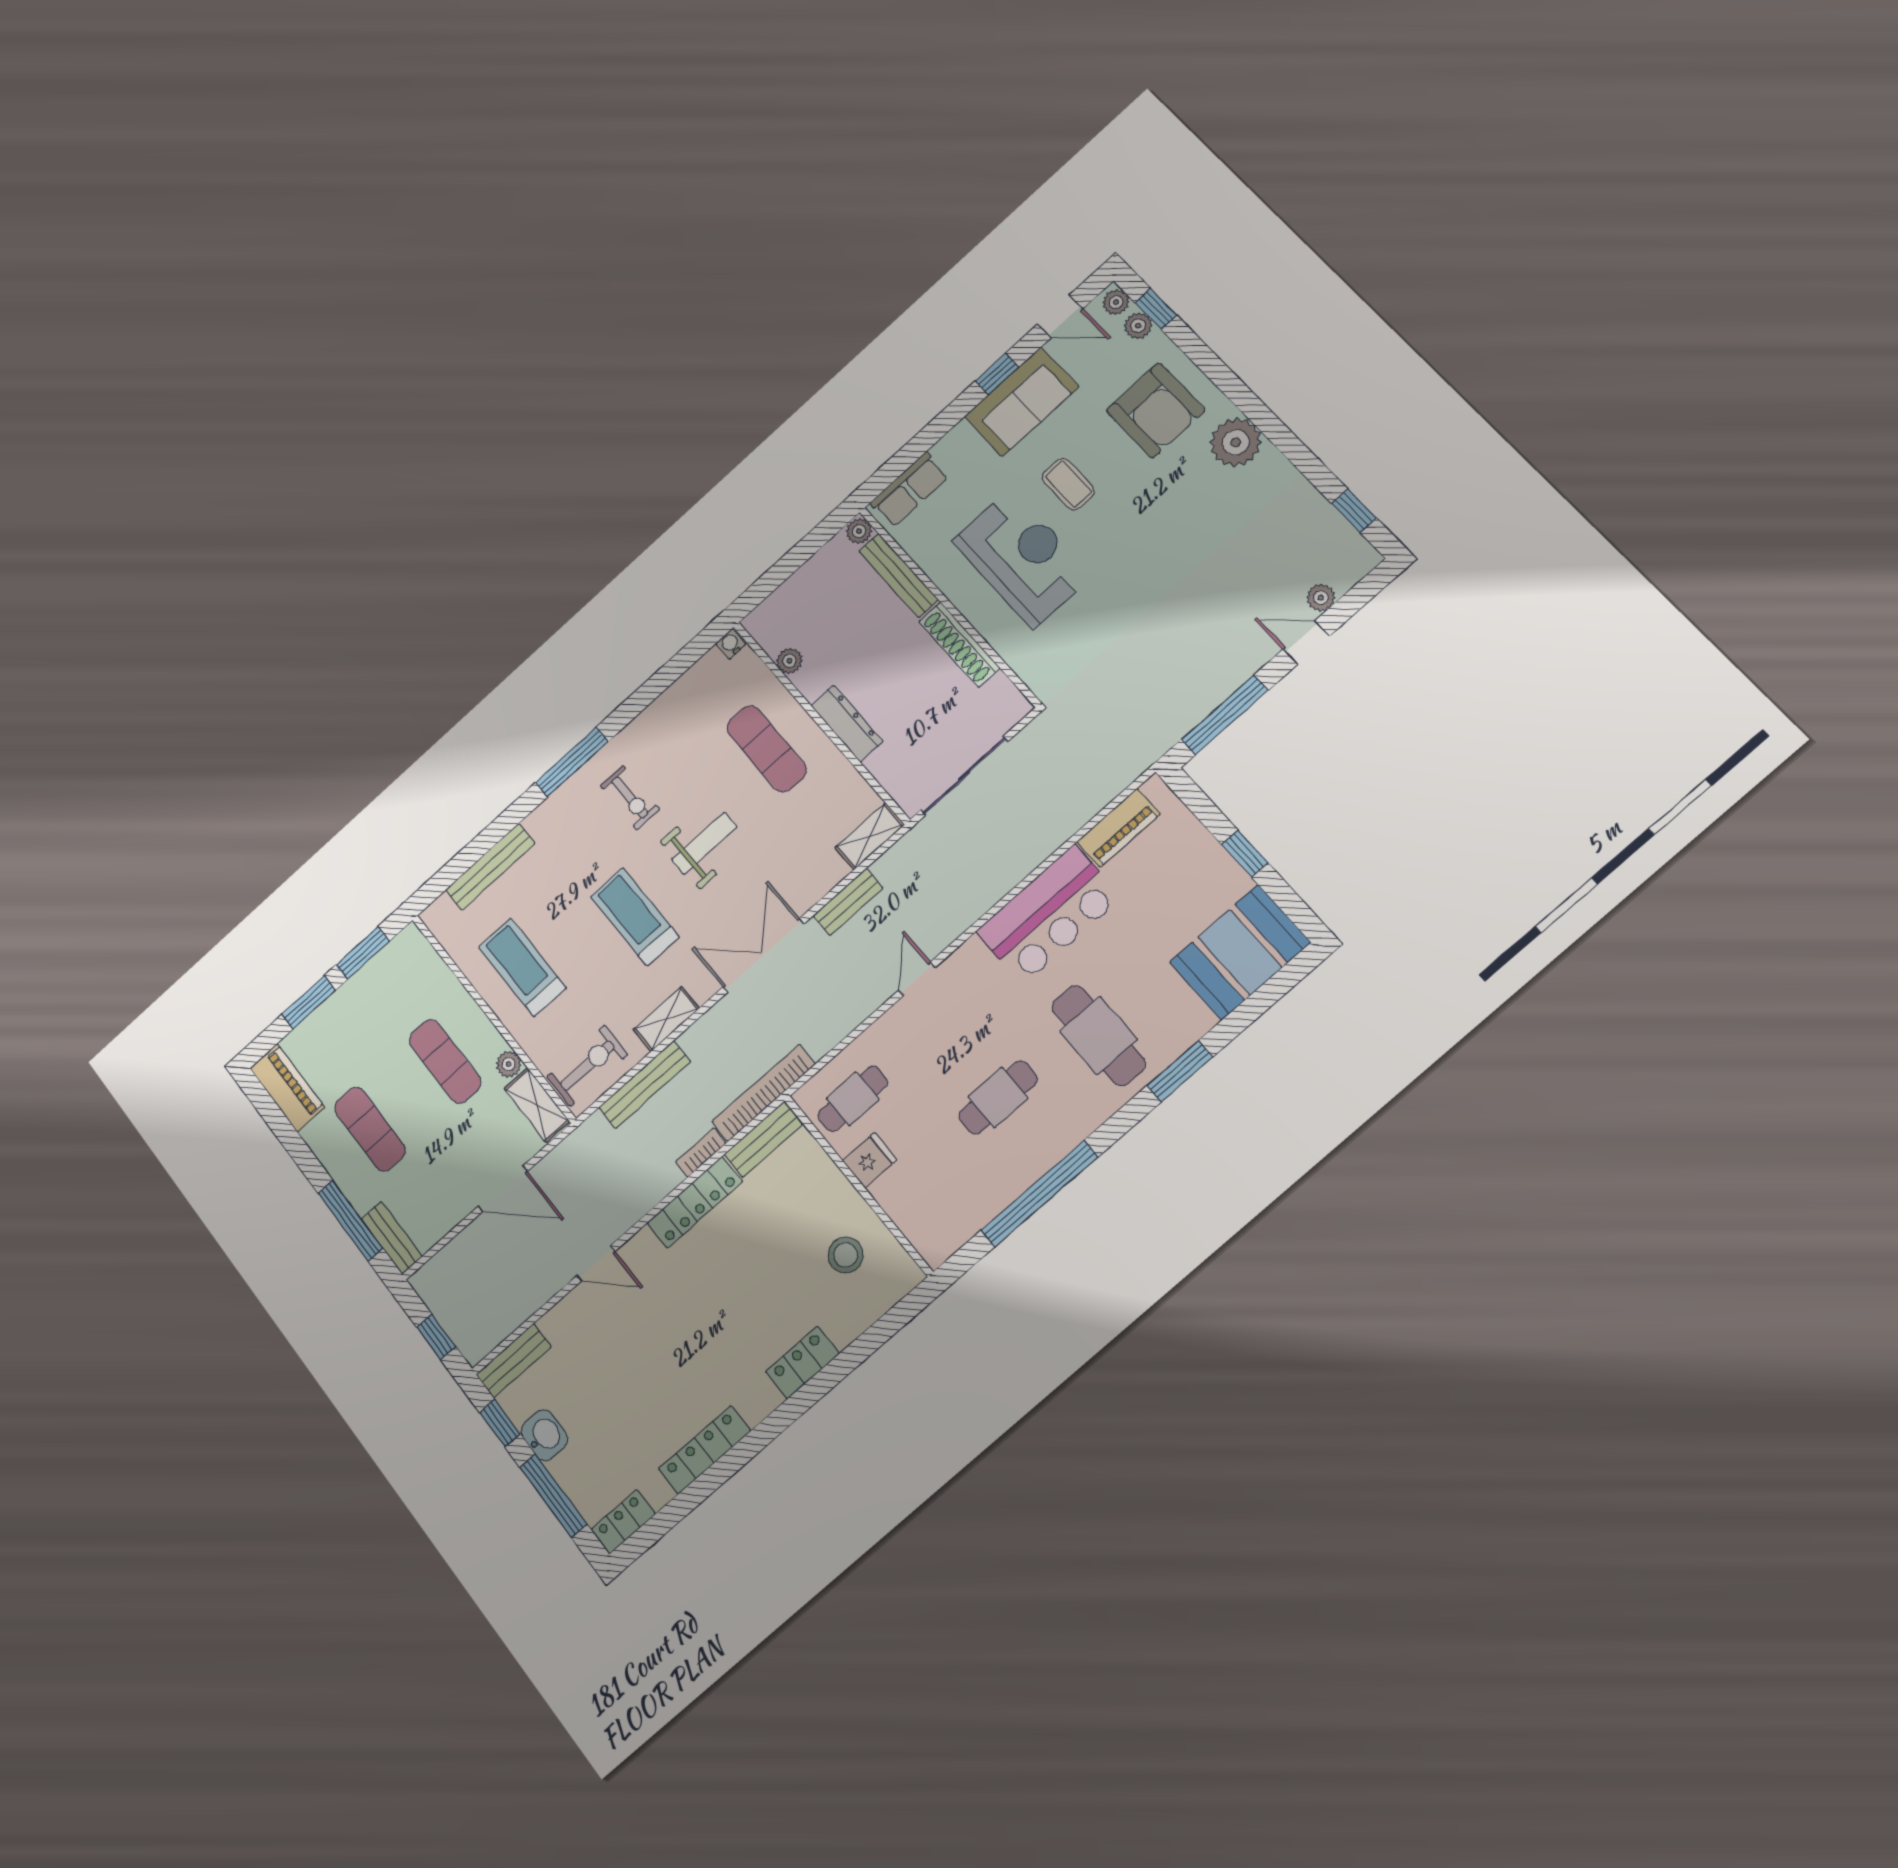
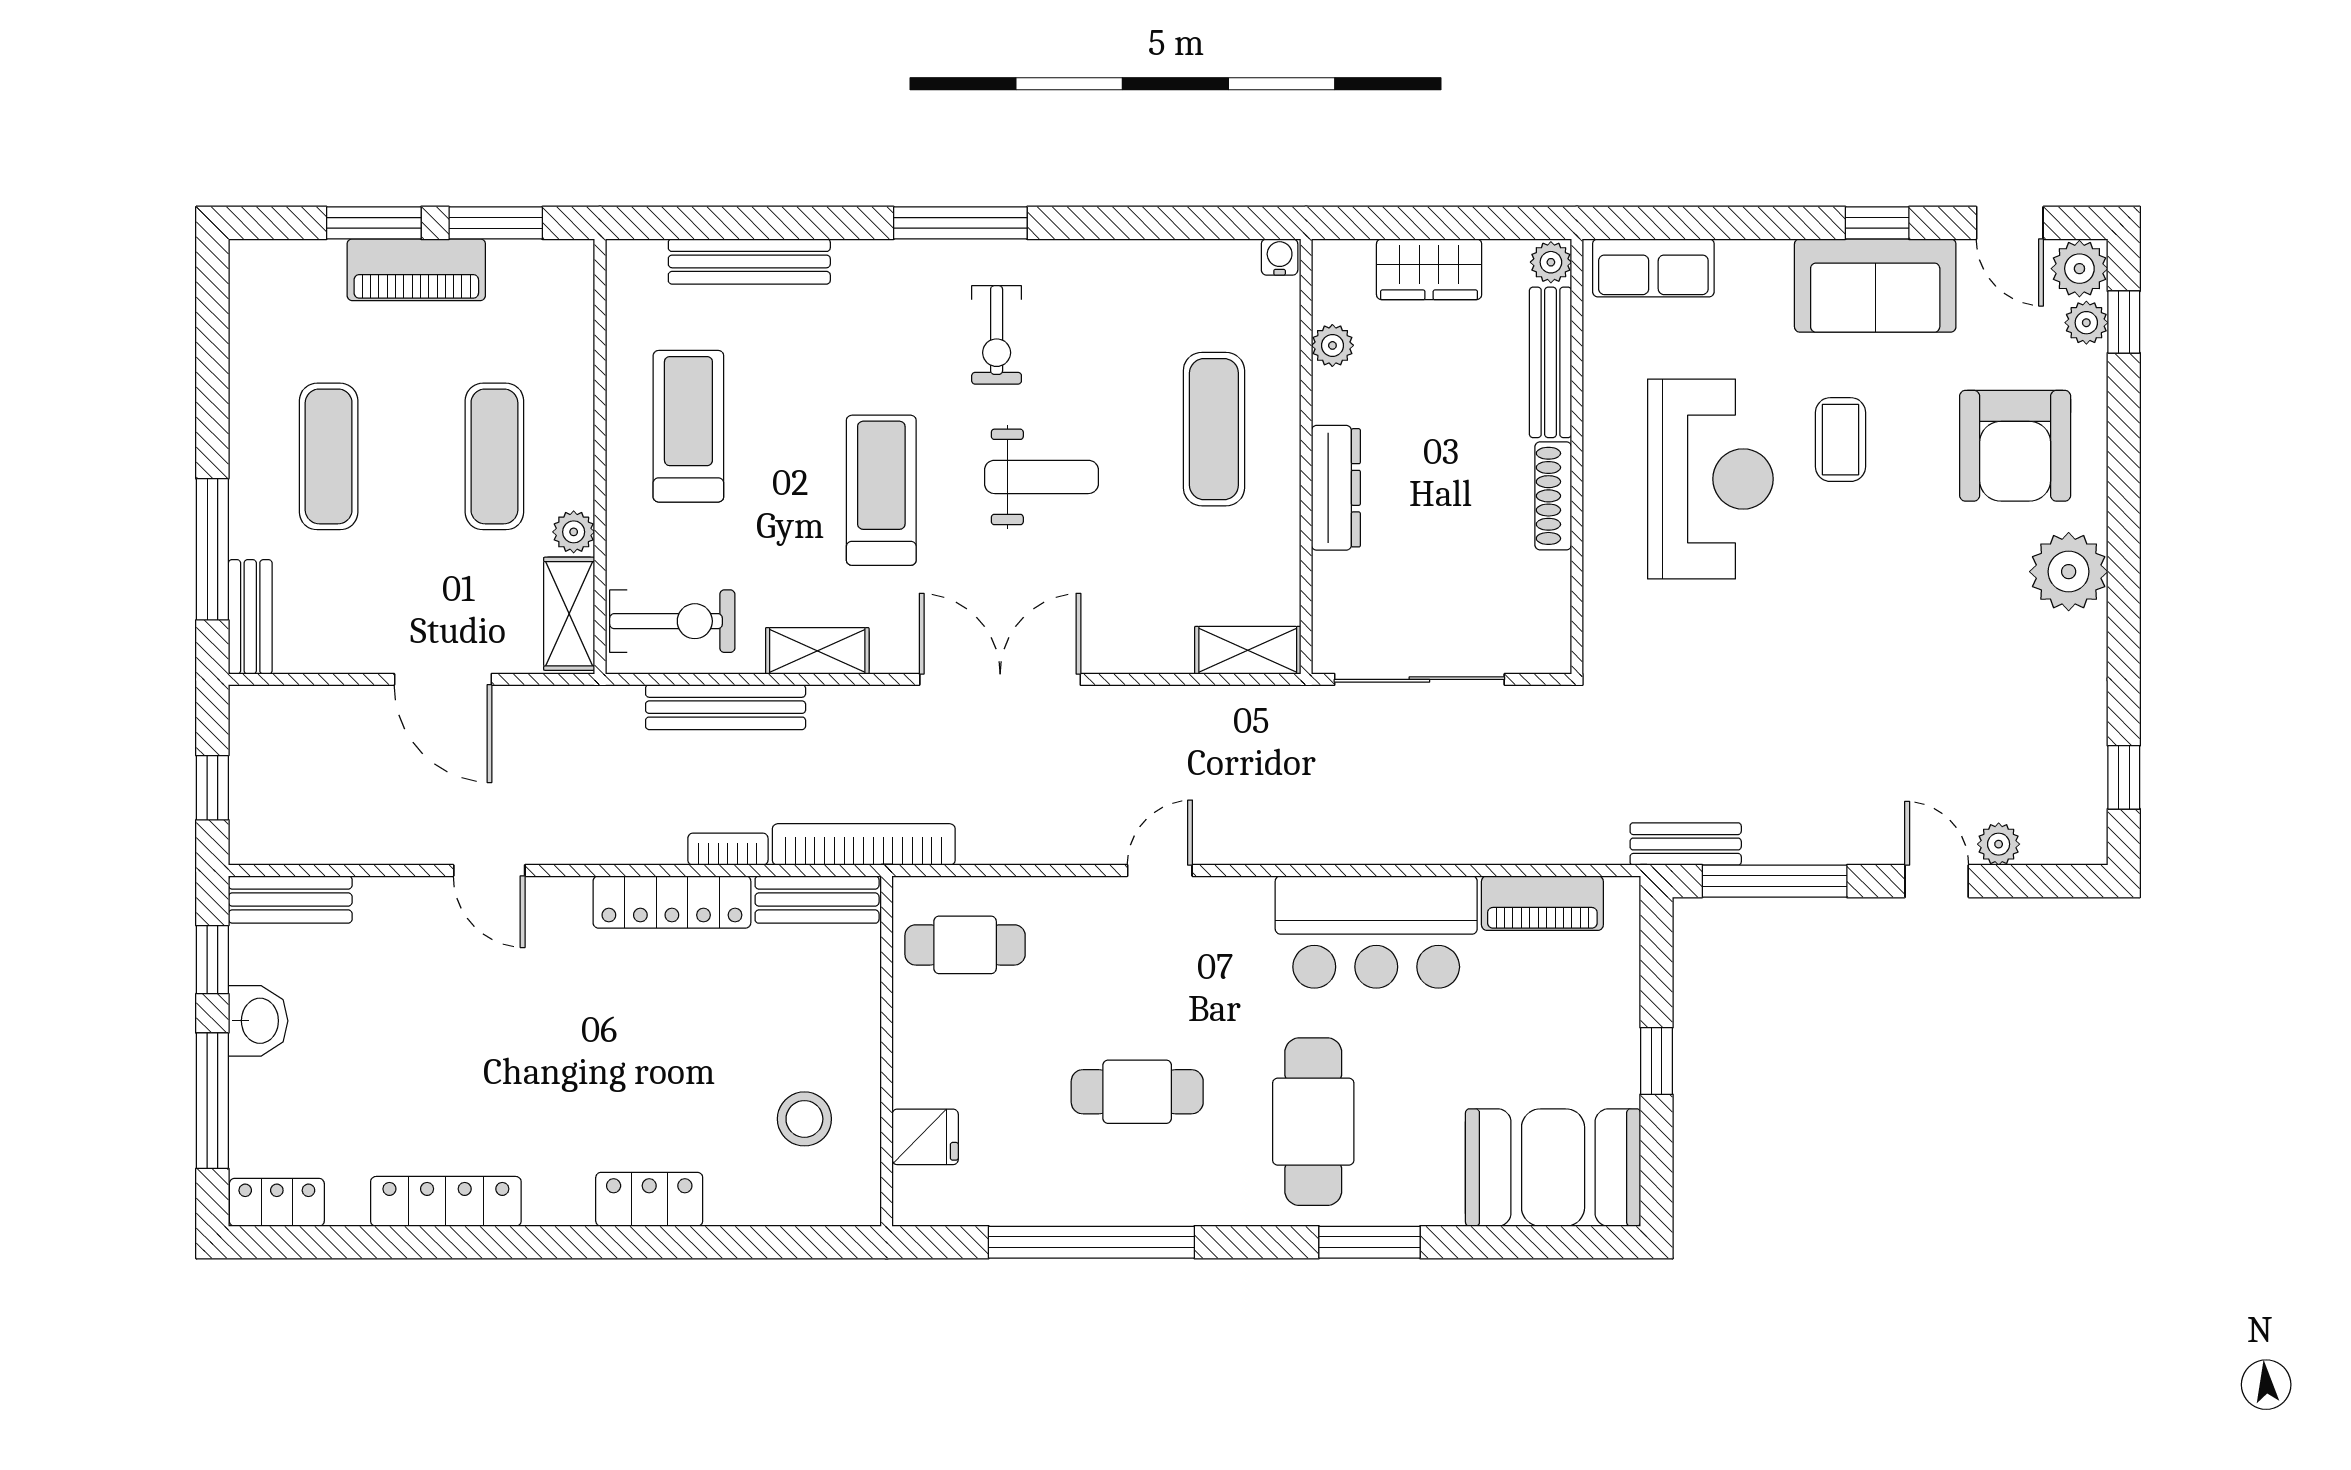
plant: (1116, 302) -> (2079, 269), width x1.38, depth x1.38
wardrobe: (805, 586) -> (1429, 269), added
shoe rack: (959, 645) -> (1553, 496), width x0.74, depth x0.81
bench: (848, 902) -> (1686, 844), moved
piano: (287, 1088) -> (416, 270), moved, turned 90
fridge: (870, 1160) -> (925, 1137), moved

